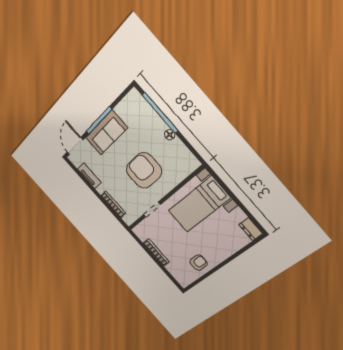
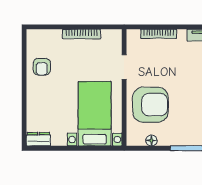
floor lamp: (170, 135) -> (151, 140), moved
armchair: (144, 171) -> (150, 105), moved

